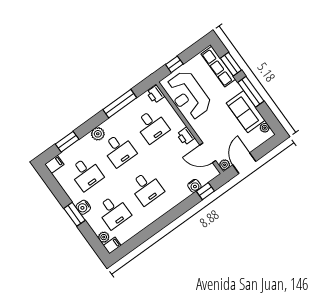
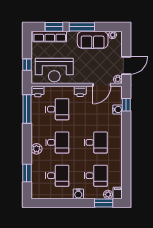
window: (120, 104) -> (27, 109), moved
door: (244, 163) -> (126, 65), swing flipped
filing cabinet: (54, 164) -> (36, 192), removed
window: (75, 214) -> (104, 203), moved

